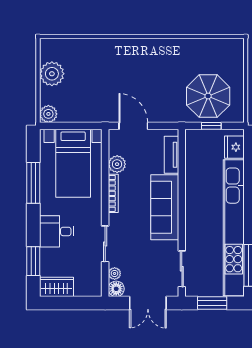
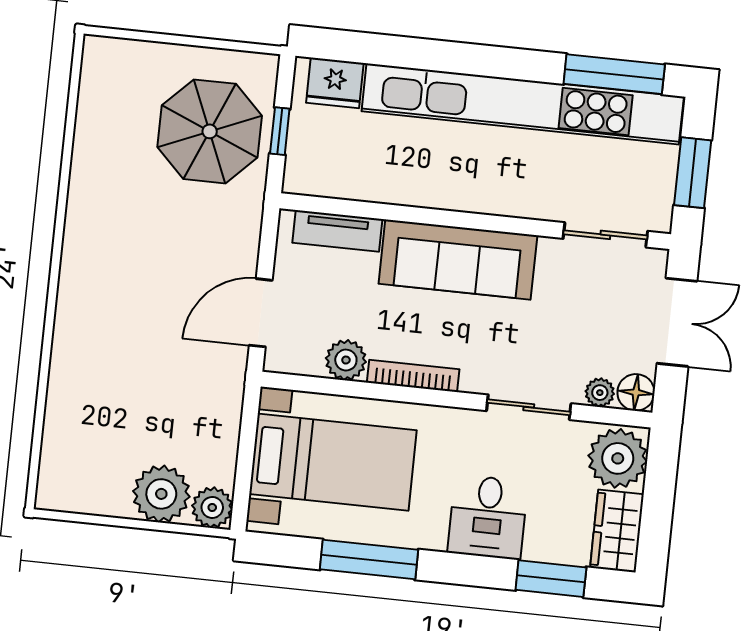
plant: (52, 74) -> (161, 494), moved
plant: (87, 284) -> (618, 458), added

